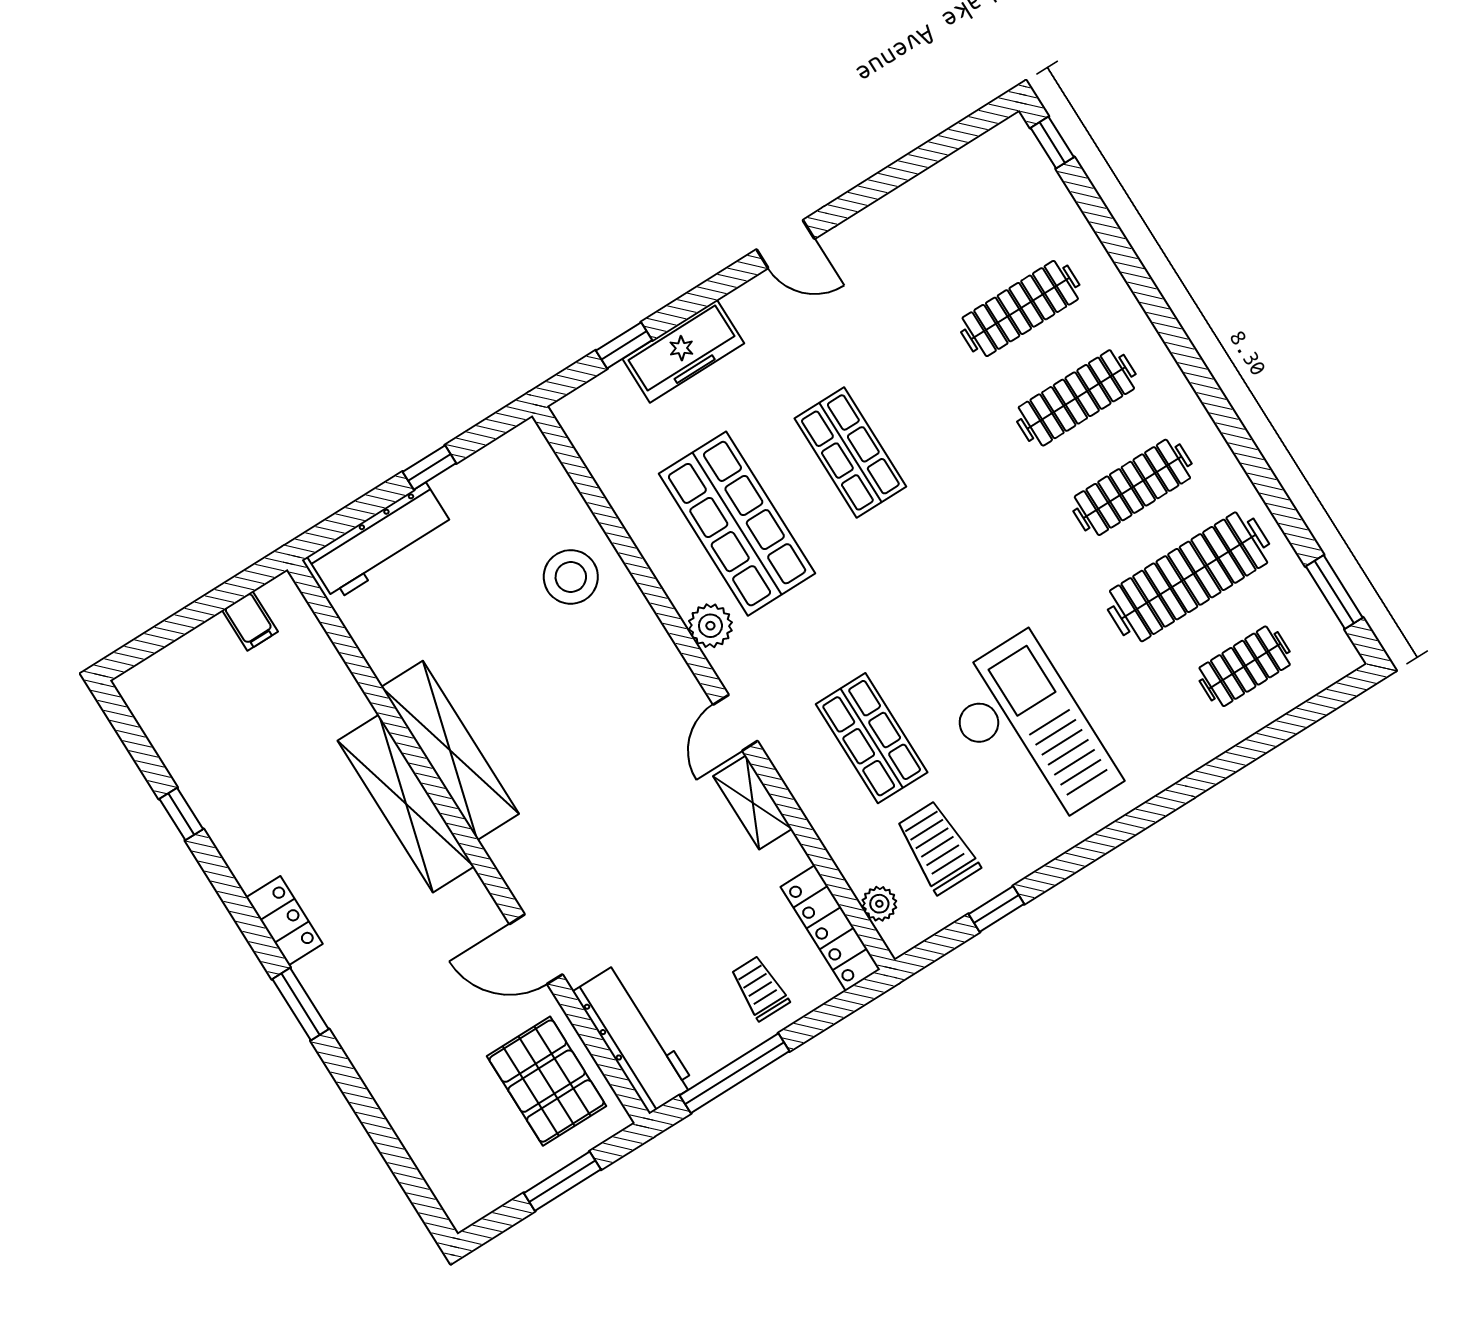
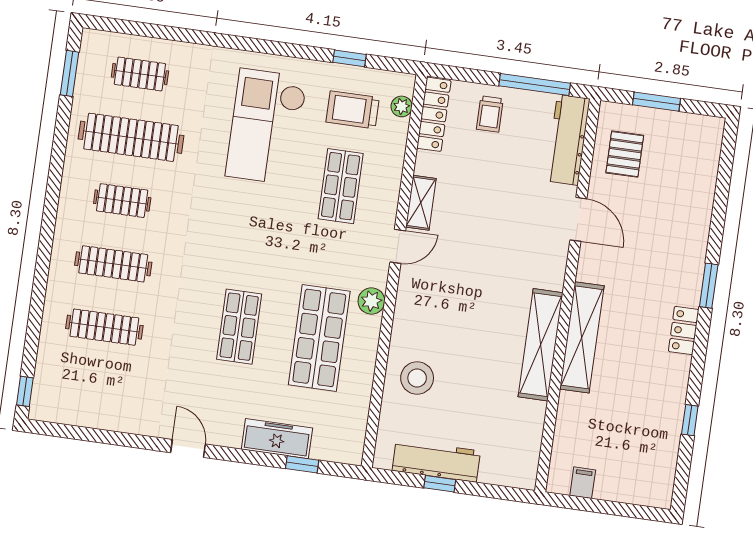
clothes rail: (1132, 487) -> (122, 201), width x0.73
workbench: (380, 542) -> (436, 461), moved
trolley: (938, 847) -> (353, 110), turned 90
pallet: (547, 1081) -> (625, 154), width x0.67, depth x0.71

